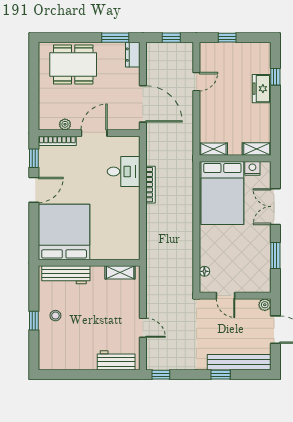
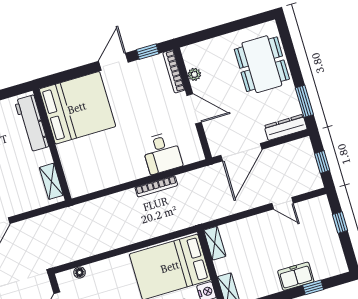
dresser: (133, 55) -> (286, 127), width x1.44
door: (34, 190) -> (113, 62), swing flipped

